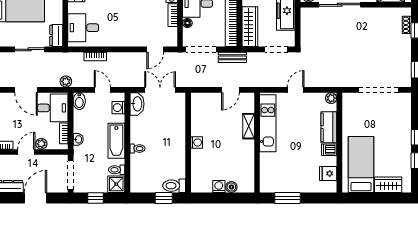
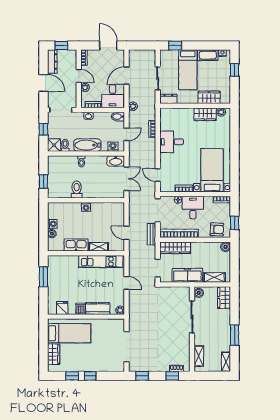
desk: (83, 28) -> (172, 142), moved, turned -90
kitchen sink: (246, 155) -> (76, 245), added
toilet: (174, 186) -> (77, 190), moved

